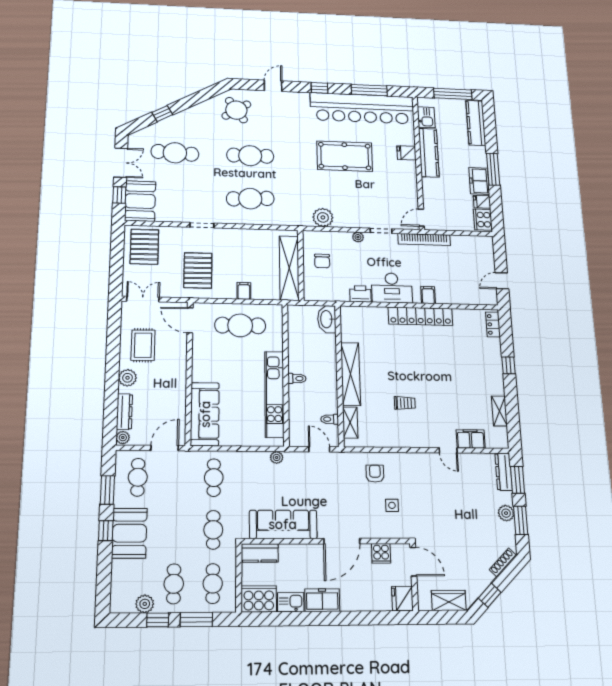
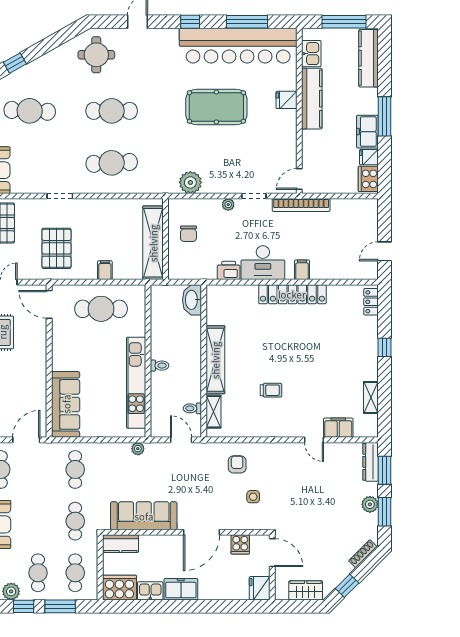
round table: (236, 110) -> (96, 55), turned 34

